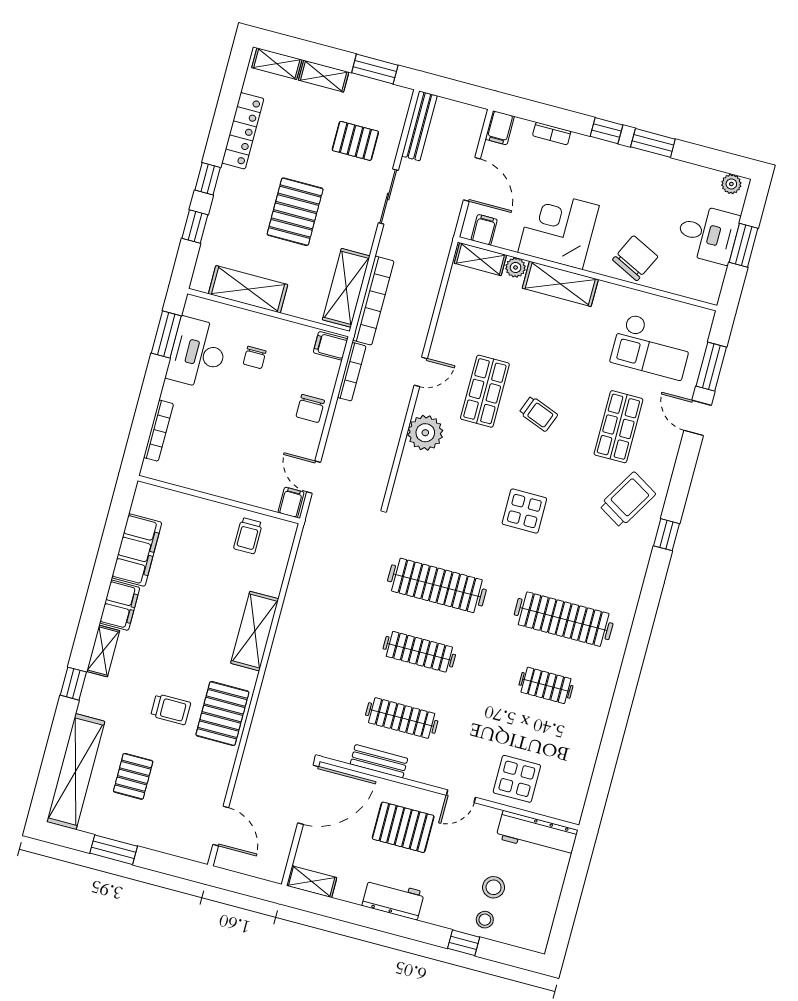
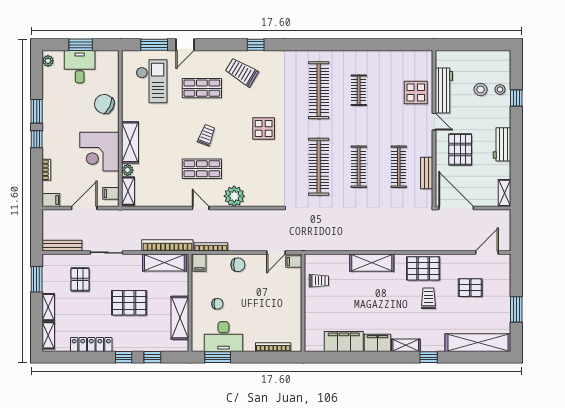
pallet: (133, 776) -> (470, 288), moved
workbench: (537, 834) -> (444, 90), moved

